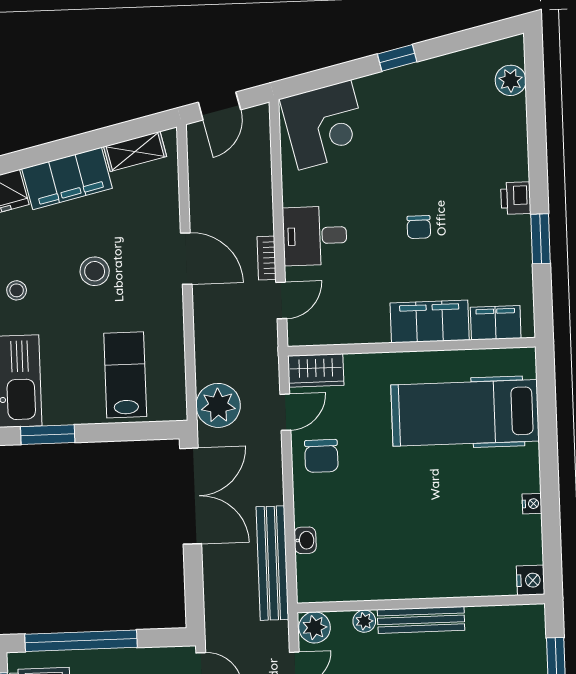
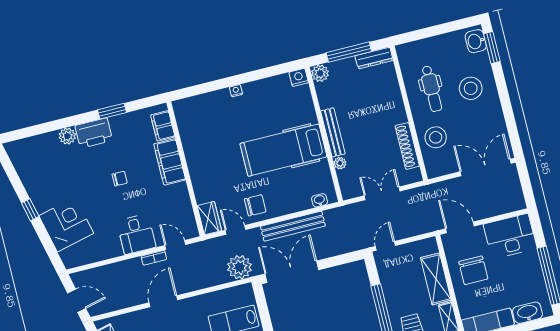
plant: (511, 80) -> (67, 136), moved
corner desk: (325, 125) -> (66, 225), moved
printer: (516, 198) -> (94, 133), width x1.87, depth x1.48
hospital bed: (465, 413) -> (283, 150), moved, turned 90
nightstand: (532, 504) -> (236, 91), moved
washbasin: (305, 540) -> (320, 200), moved
bench: (272, 563) -> (293, 226), moved
plant: (315, 627) -> (320, 73), moved

